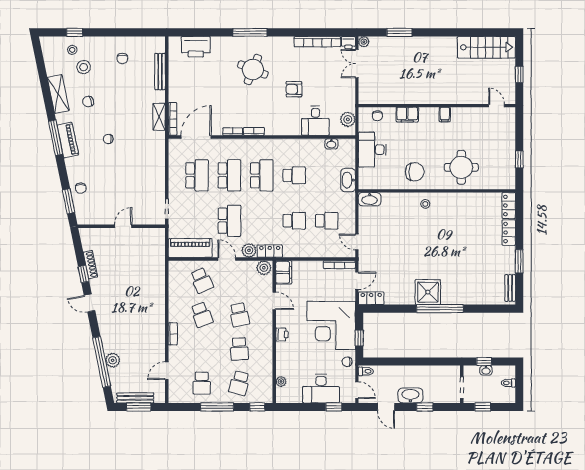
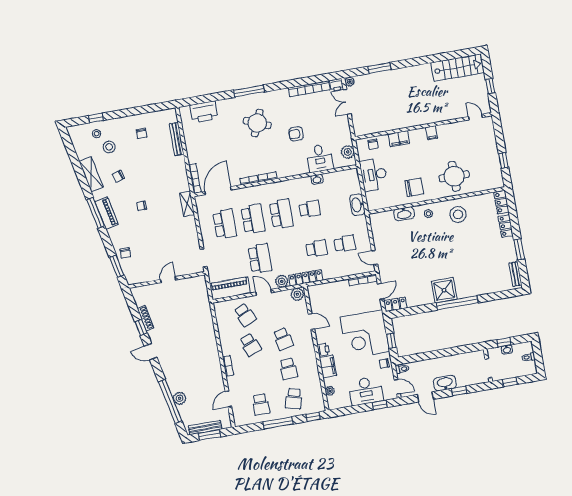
shelving: (159, 117) -> (187, 204), moved
washbasin: (331, 144) -> (317, 179), moved
washbasin: (370, 199) -> (404, 214), moved
stool: (458, 211) -> (458, 214), added
locker: (270, 251) -> (306, 278), width x1.53
filing cabinet: (284, 272) -> (328, 366), moved

